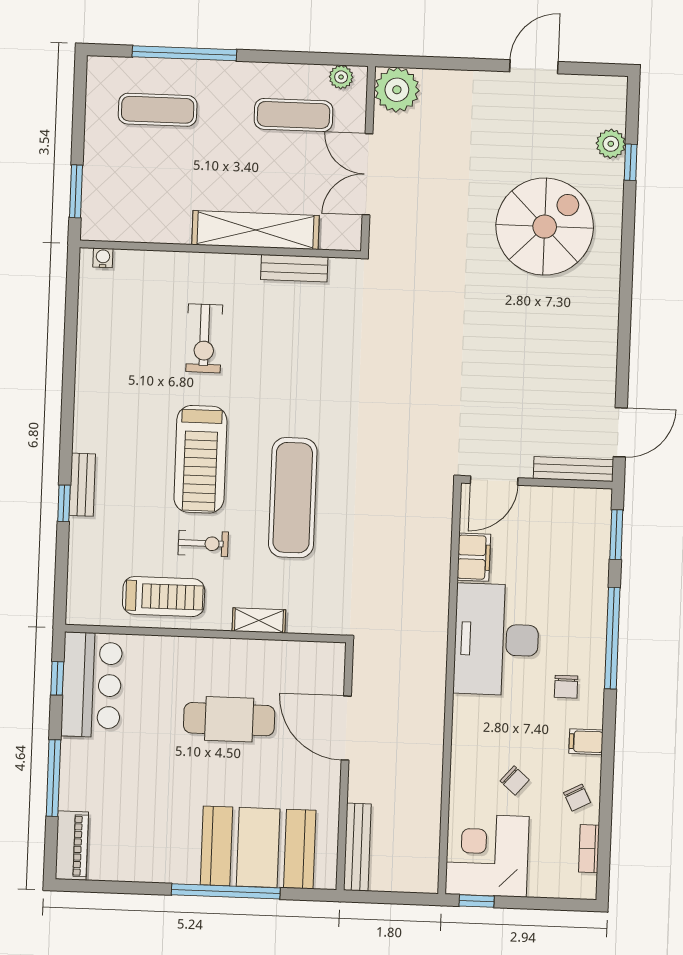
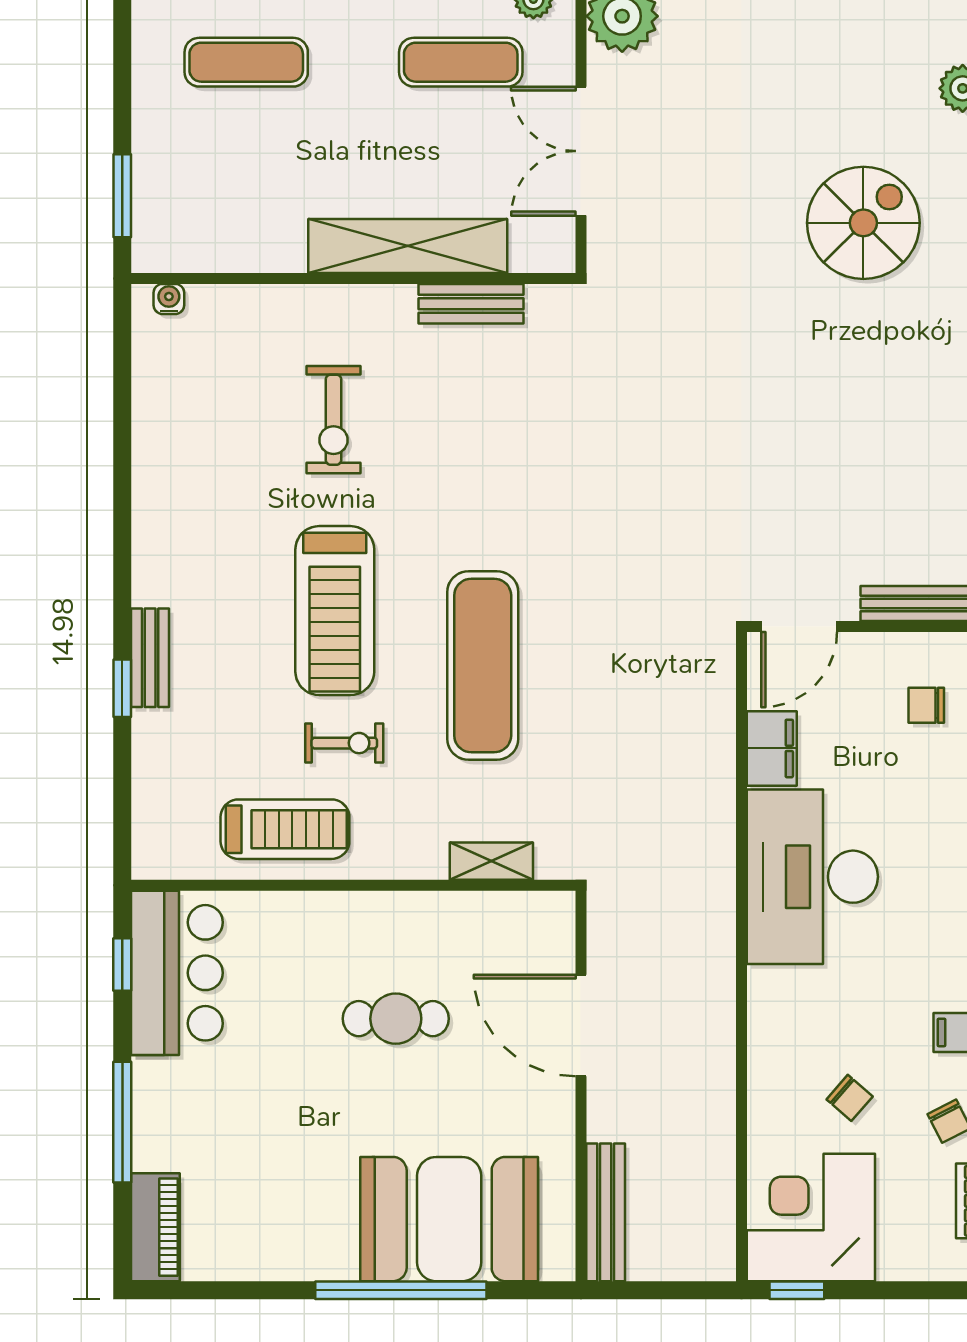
spiral stairs: (545, 227) -> (863, 223), width x0.73, depth x0.73
shelving: (259, 620) -> (491, 861), moved
chair: (566, 687) -> (926, 705), moved, turned 90
cafe table: (229, 719) -> (396, 1019), width x0.73, depth x0.74

